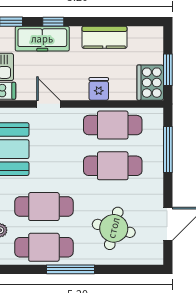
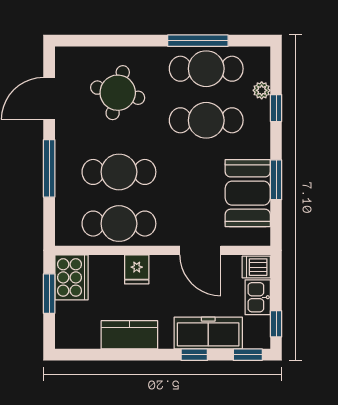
door: (48, 104) -> (200, 250), width x1.38
window: (168, 150) -> (49, 168), moved
window: (71, 269) -> (198, 41), moved

